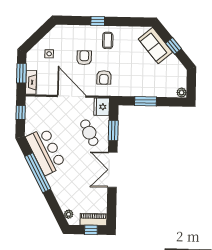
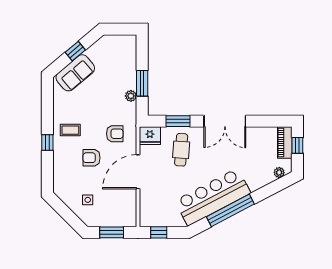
fireplace: (31, 82) -> (122, 221), removed
plant: (182, 93) -> (131, 96), moved
cafe table: (89, 133) -> (181, 150), turned -60
bar counter: (46, 151) -> (213, 197), width x1.36

